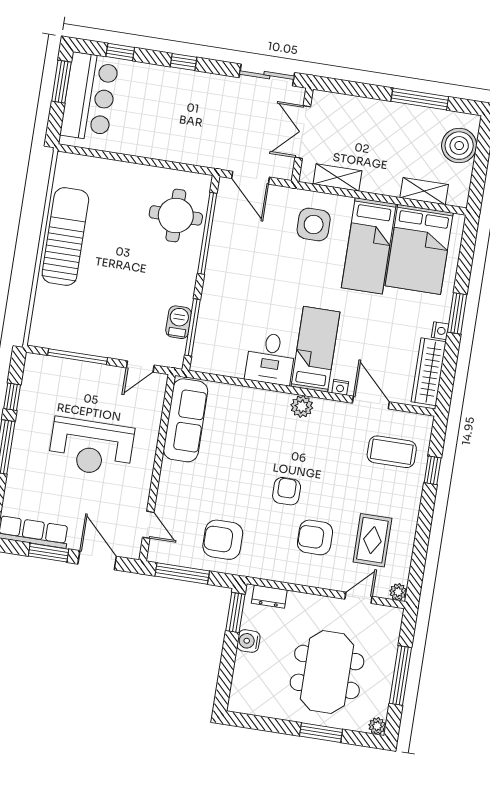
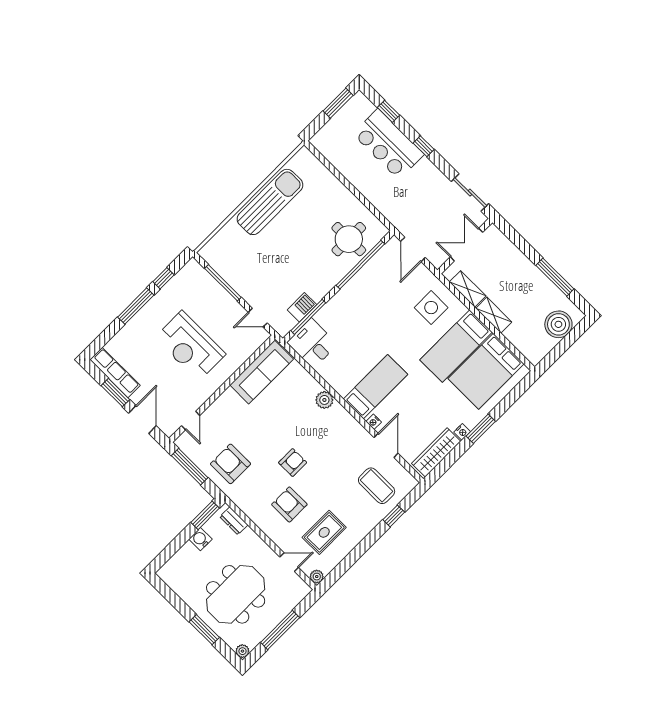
bar counter: (90, 97) -> (388, 144), moved, turned 90
shelving: (424, 191) -> (494, 315), moved
desk: (271, 359) -> (312, 343), moved, turned 90
plant: (302, 406) -> (324, 400), moved

